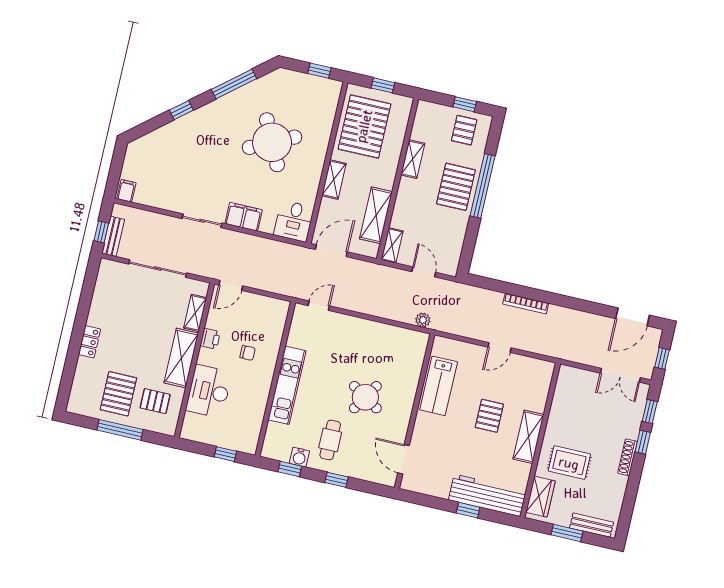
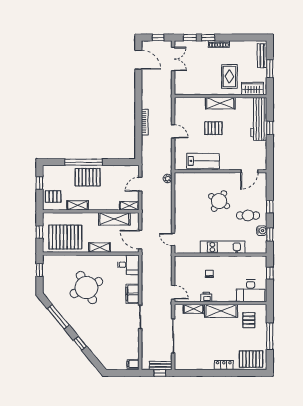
pallet: (464, 130) -> (53, 197), moved
desk: (209, 391) -> (251, 291), moved
pallet: (118, 394) -> (251, 359), moved

